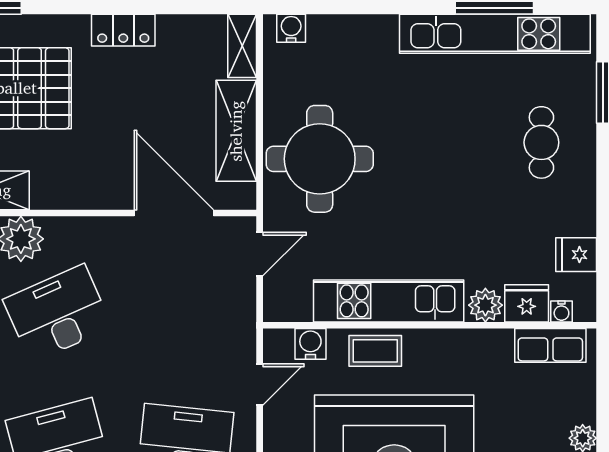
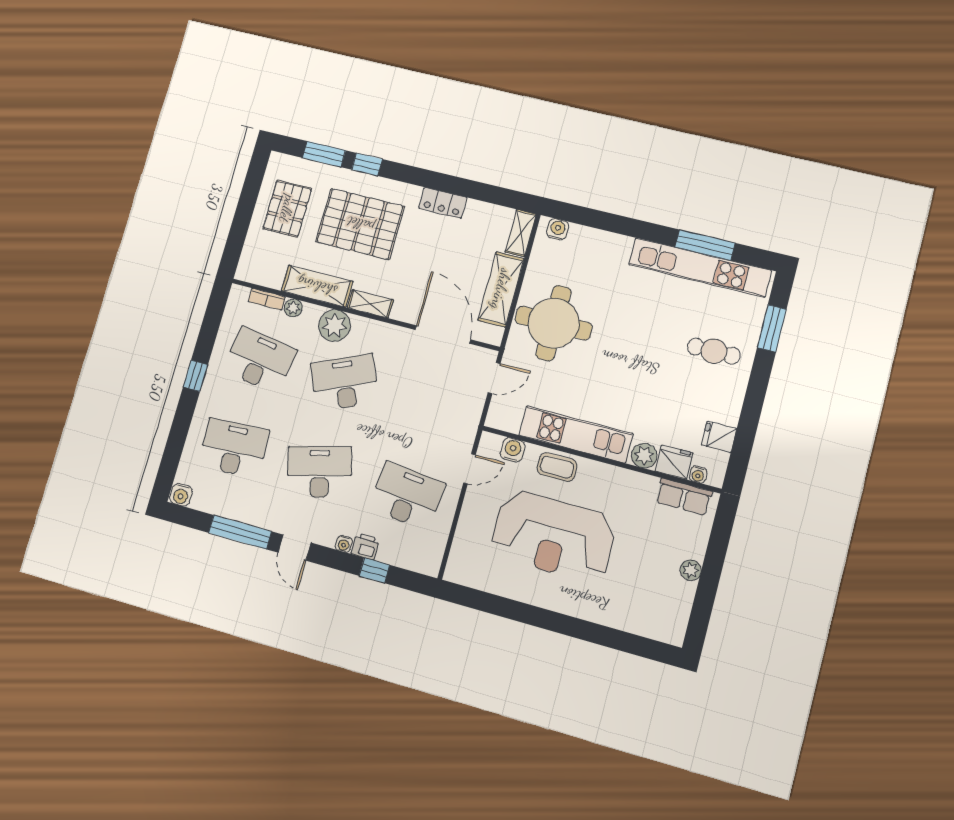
cafe table: (541, 142) -> (714, 351), turned 90
shelving: (62, 196) -> (370, 304), added

